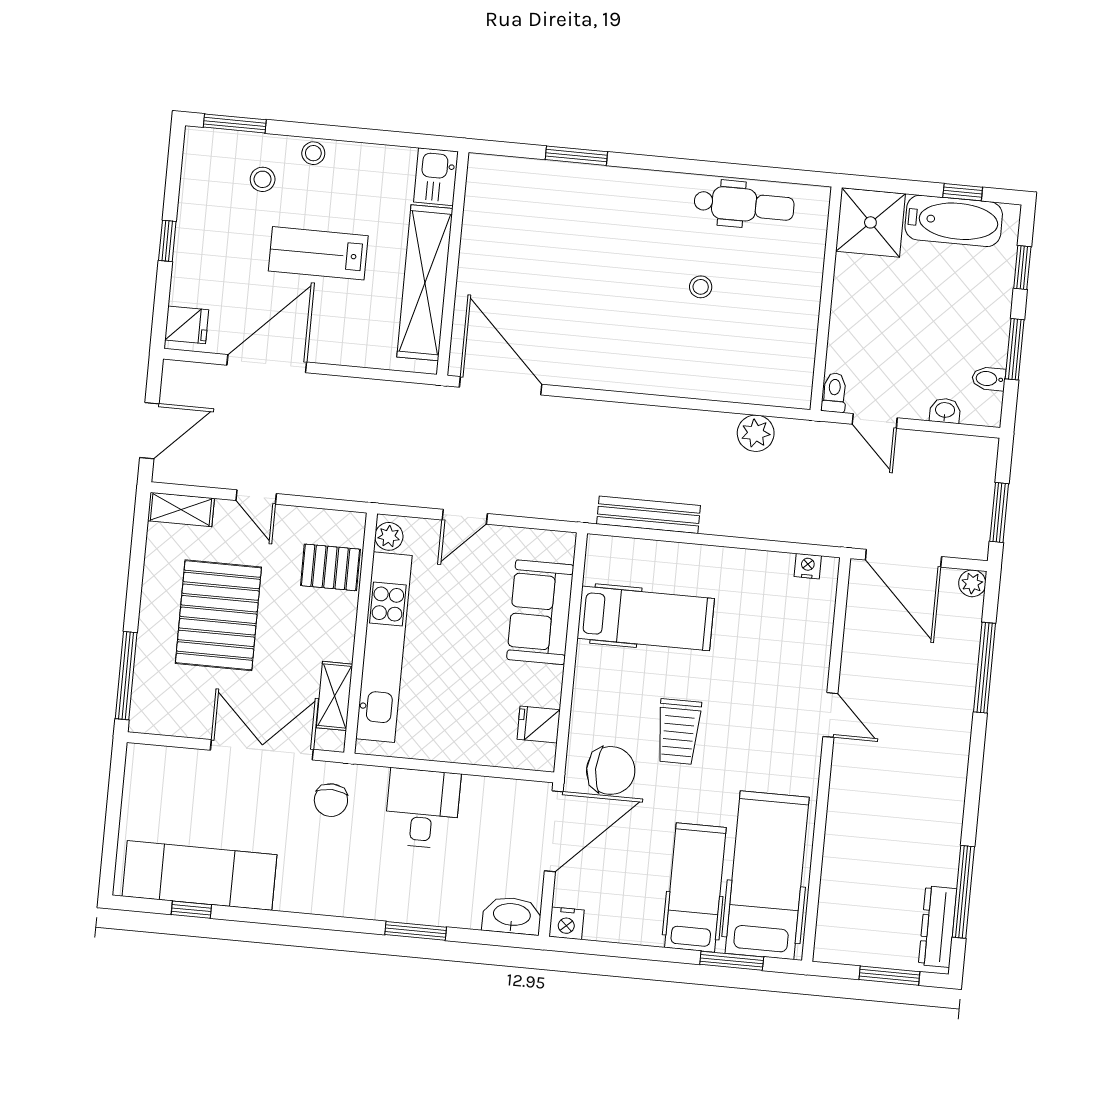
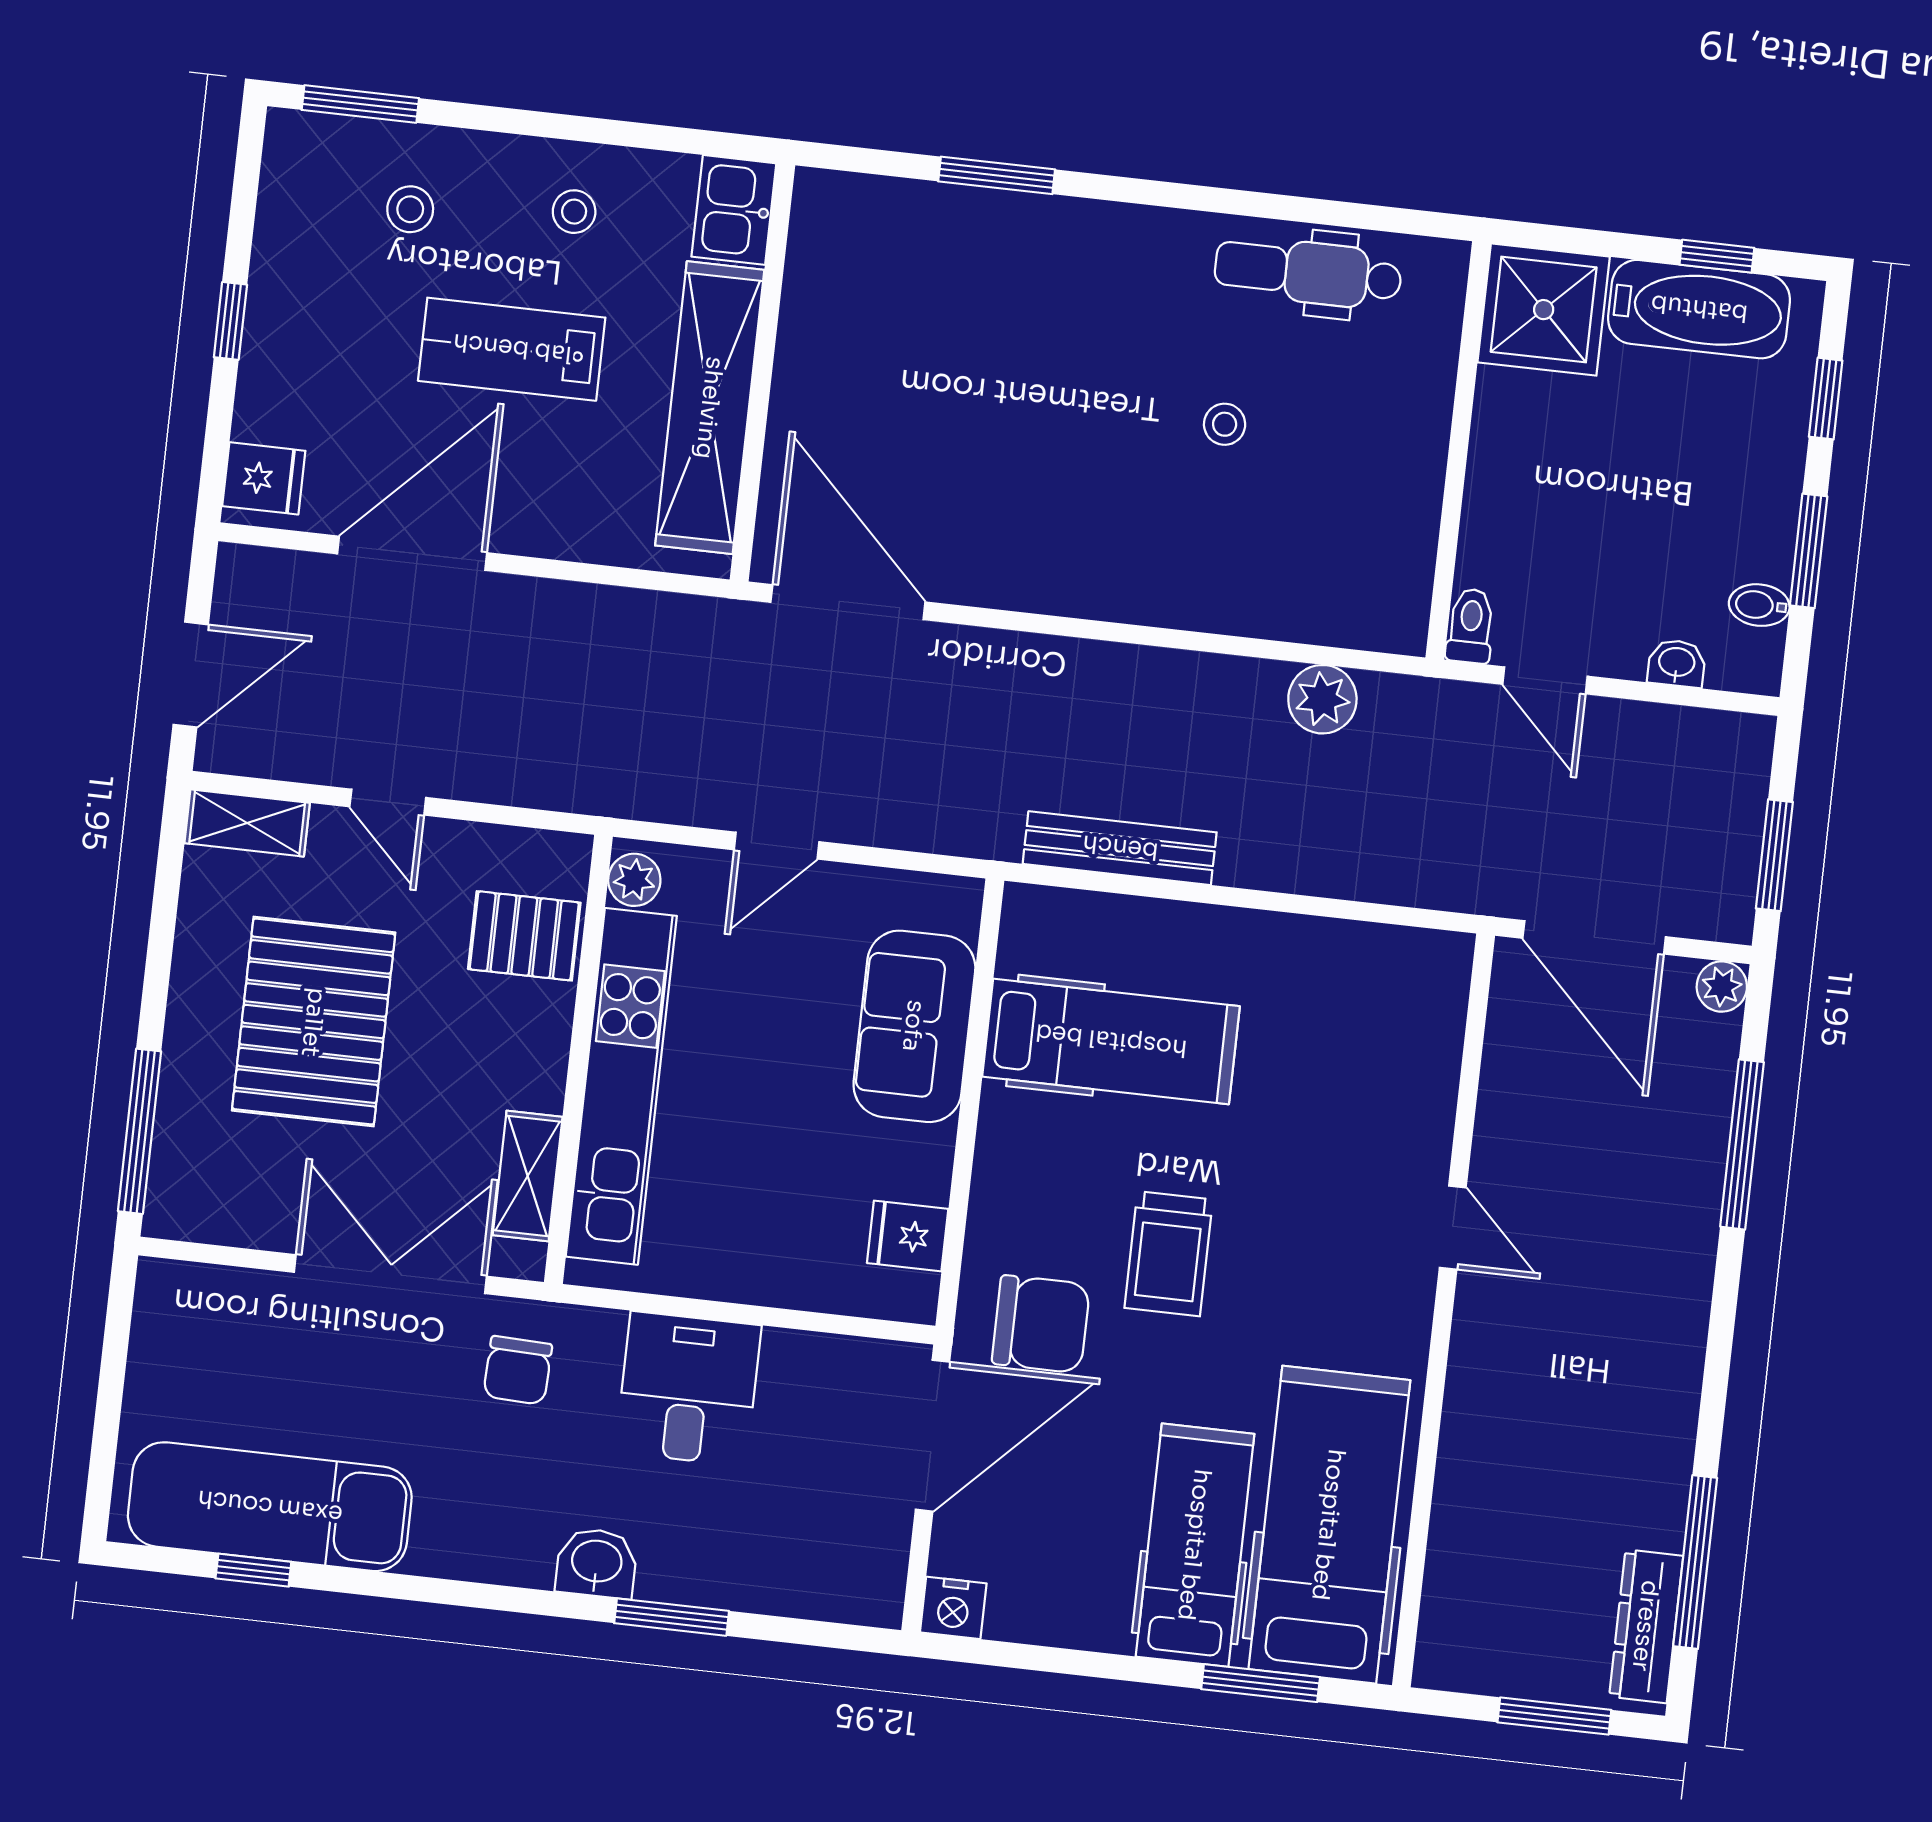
stool: (313, 153) -> (574, 212), moved
dental chair: (744, 205) -> (1308, 272), turned 180
nightstand: (808, 566) -> (1415, 949), removed
washbasin: (512, 916) -> (597, 1563), moved, width x0.72

